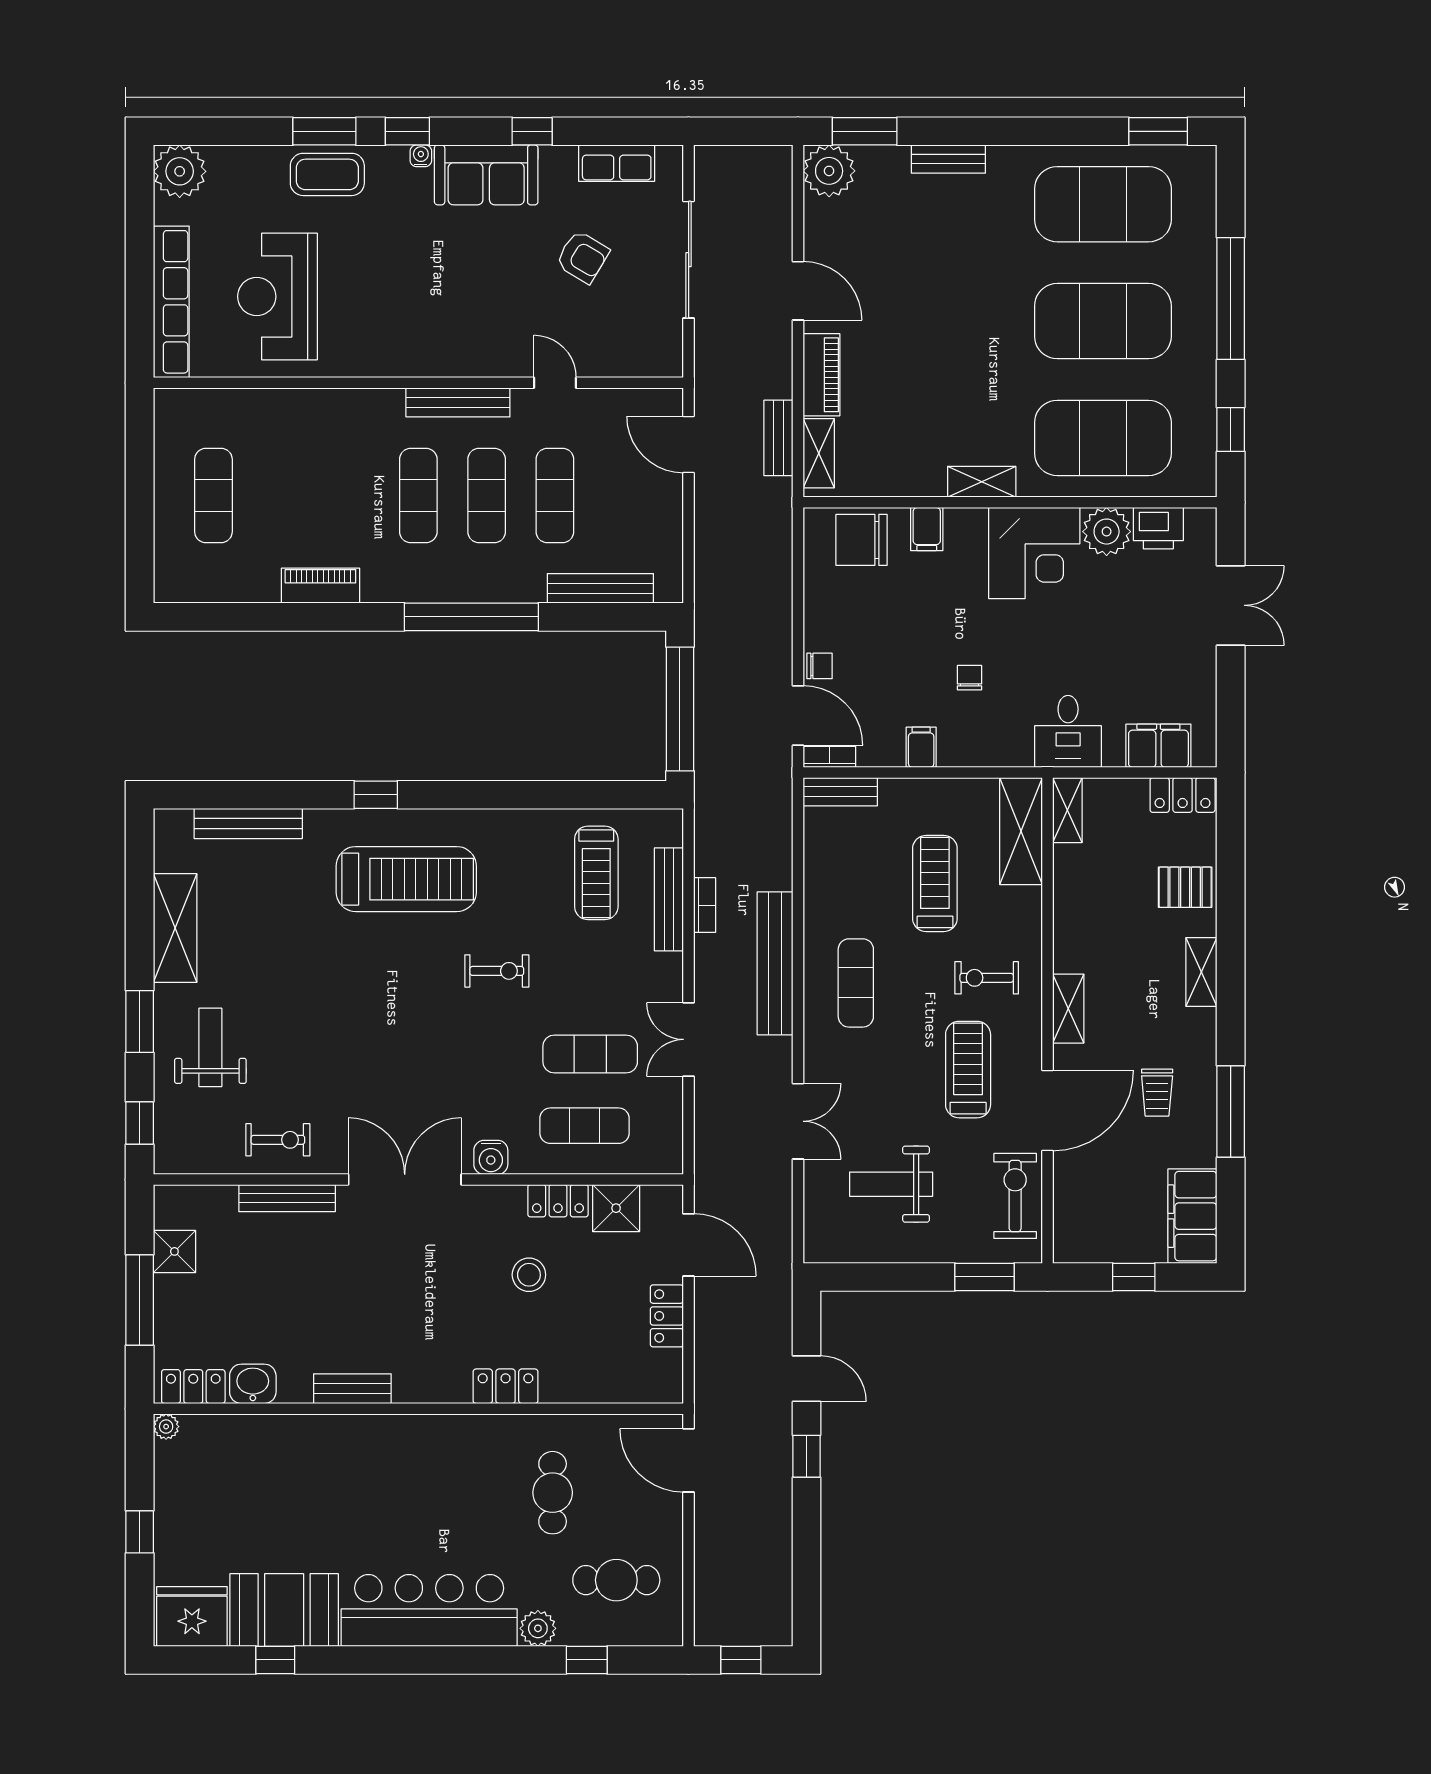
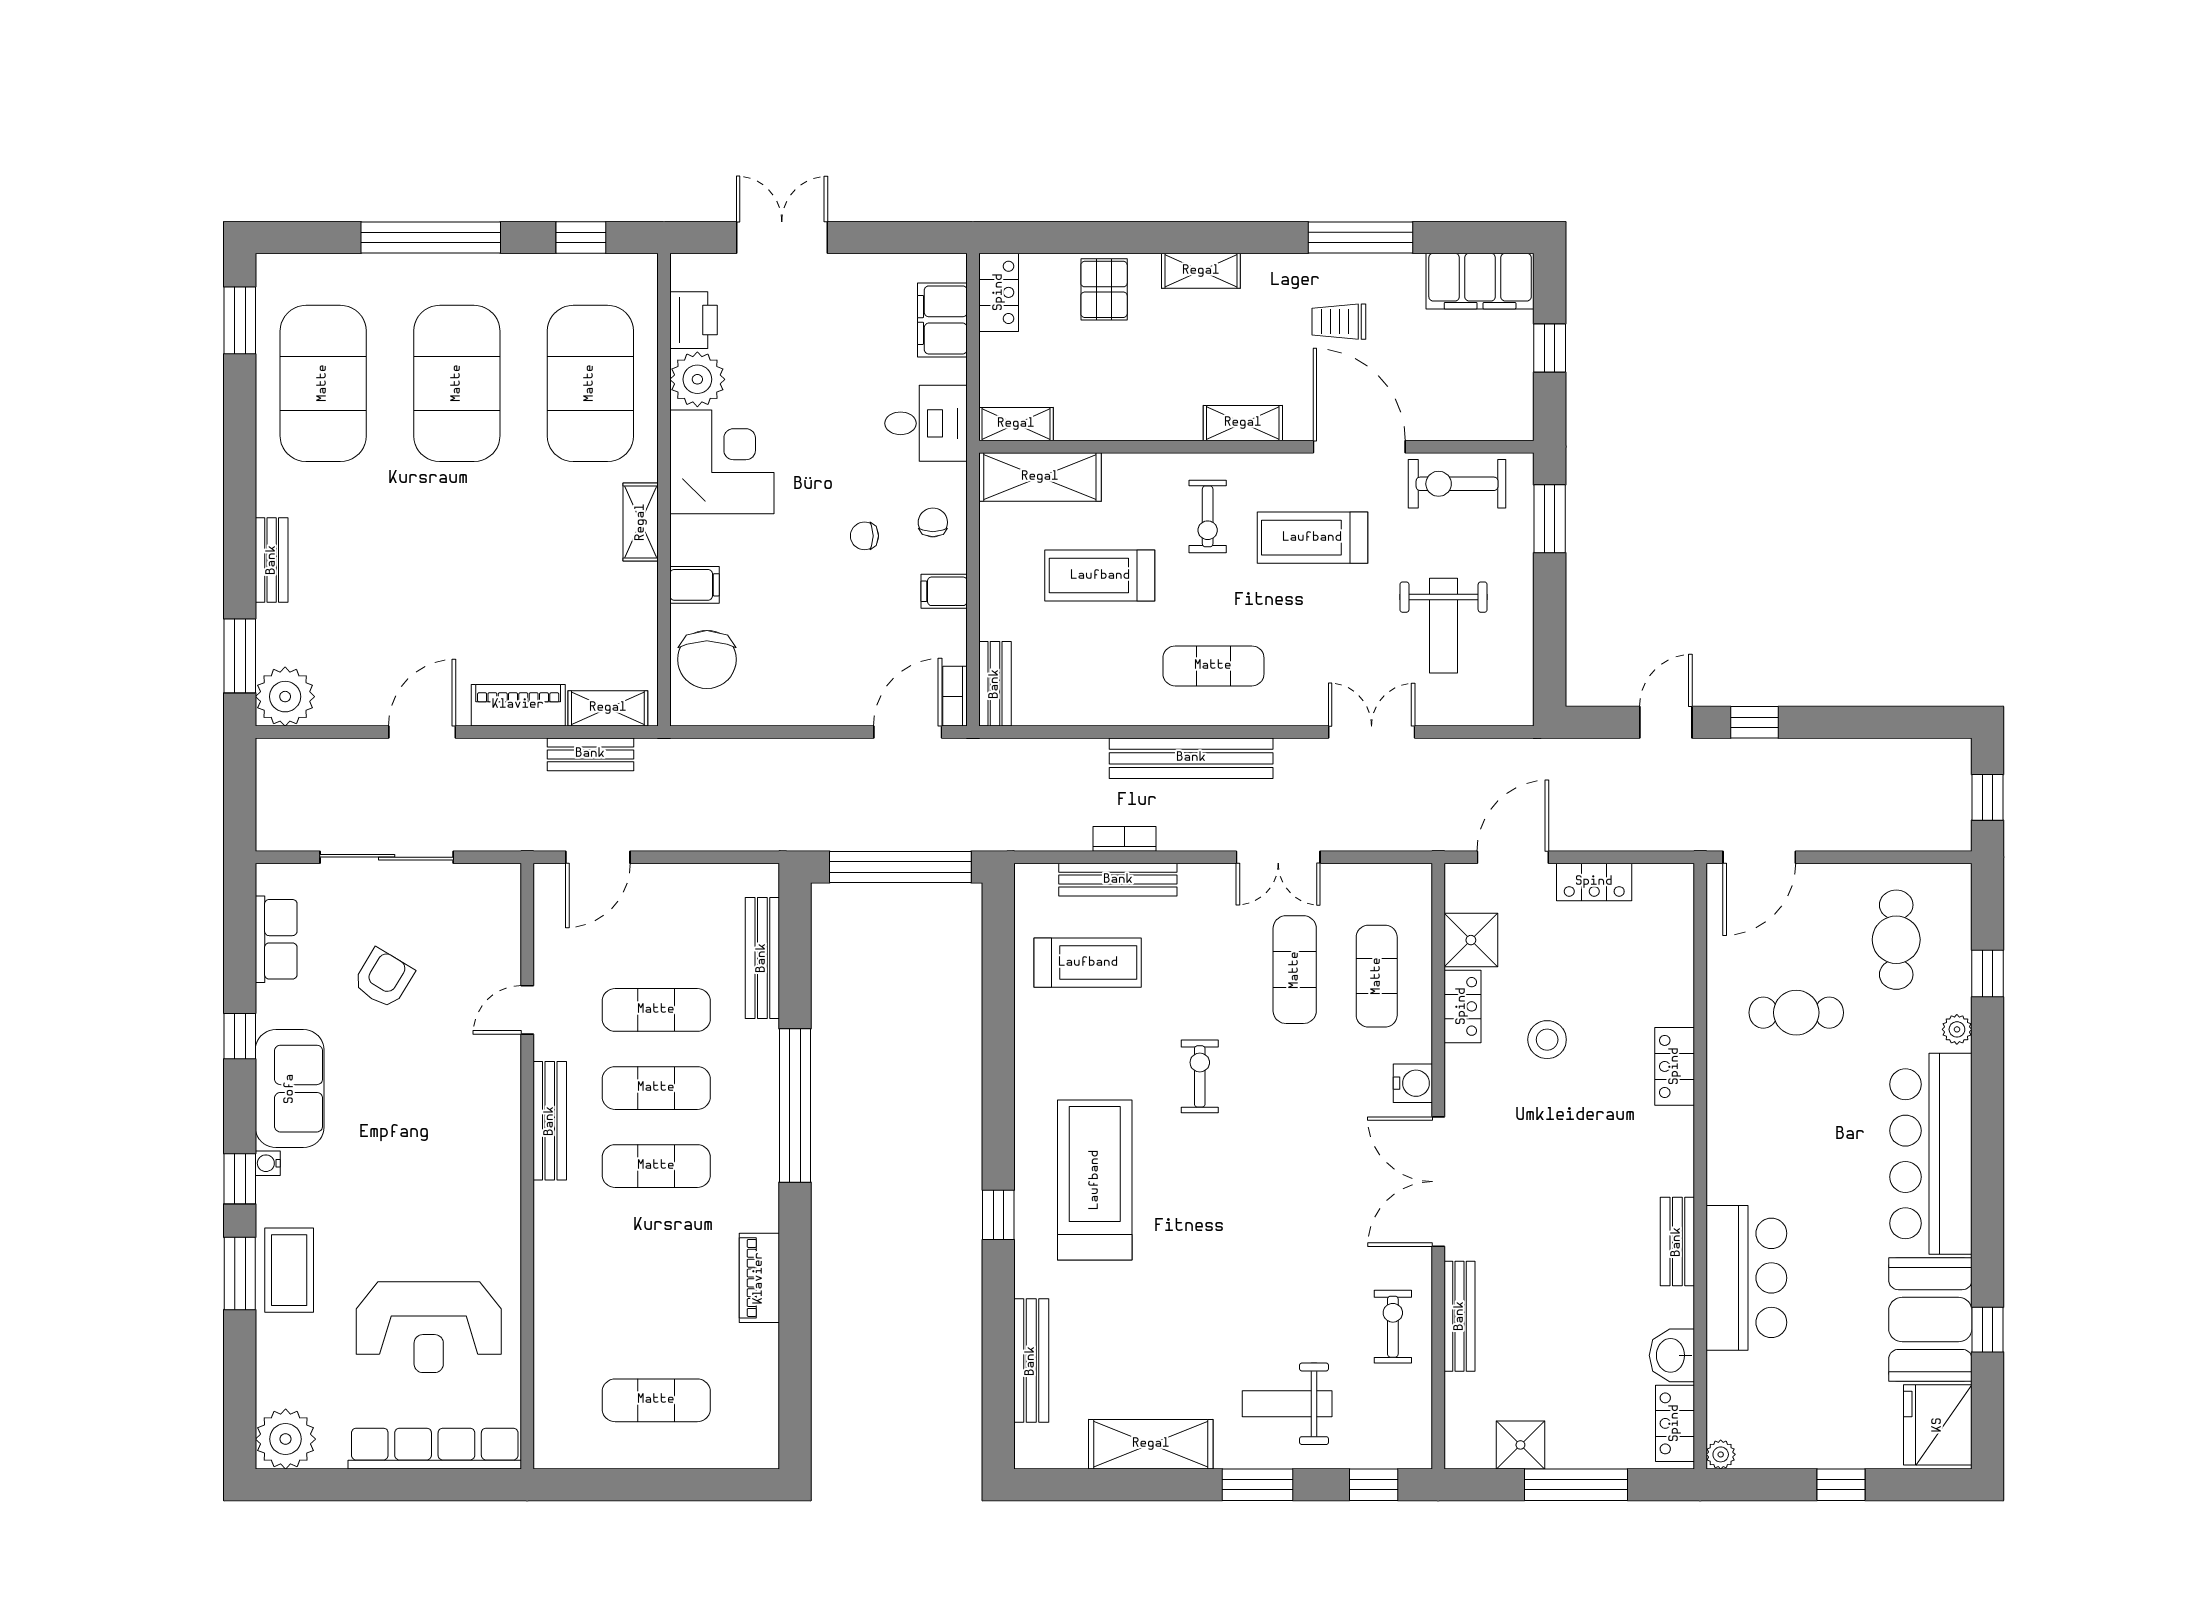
chair: (819, 666) -> (933, 522), moved
trolley: (1157, 1093) -> (1339, 322), turned 180
bar counter: (321, 1449) -> (1746, 1278), added
plant: (538, 1628) -> (1957, 1029), width x0.73, depth x0.73

